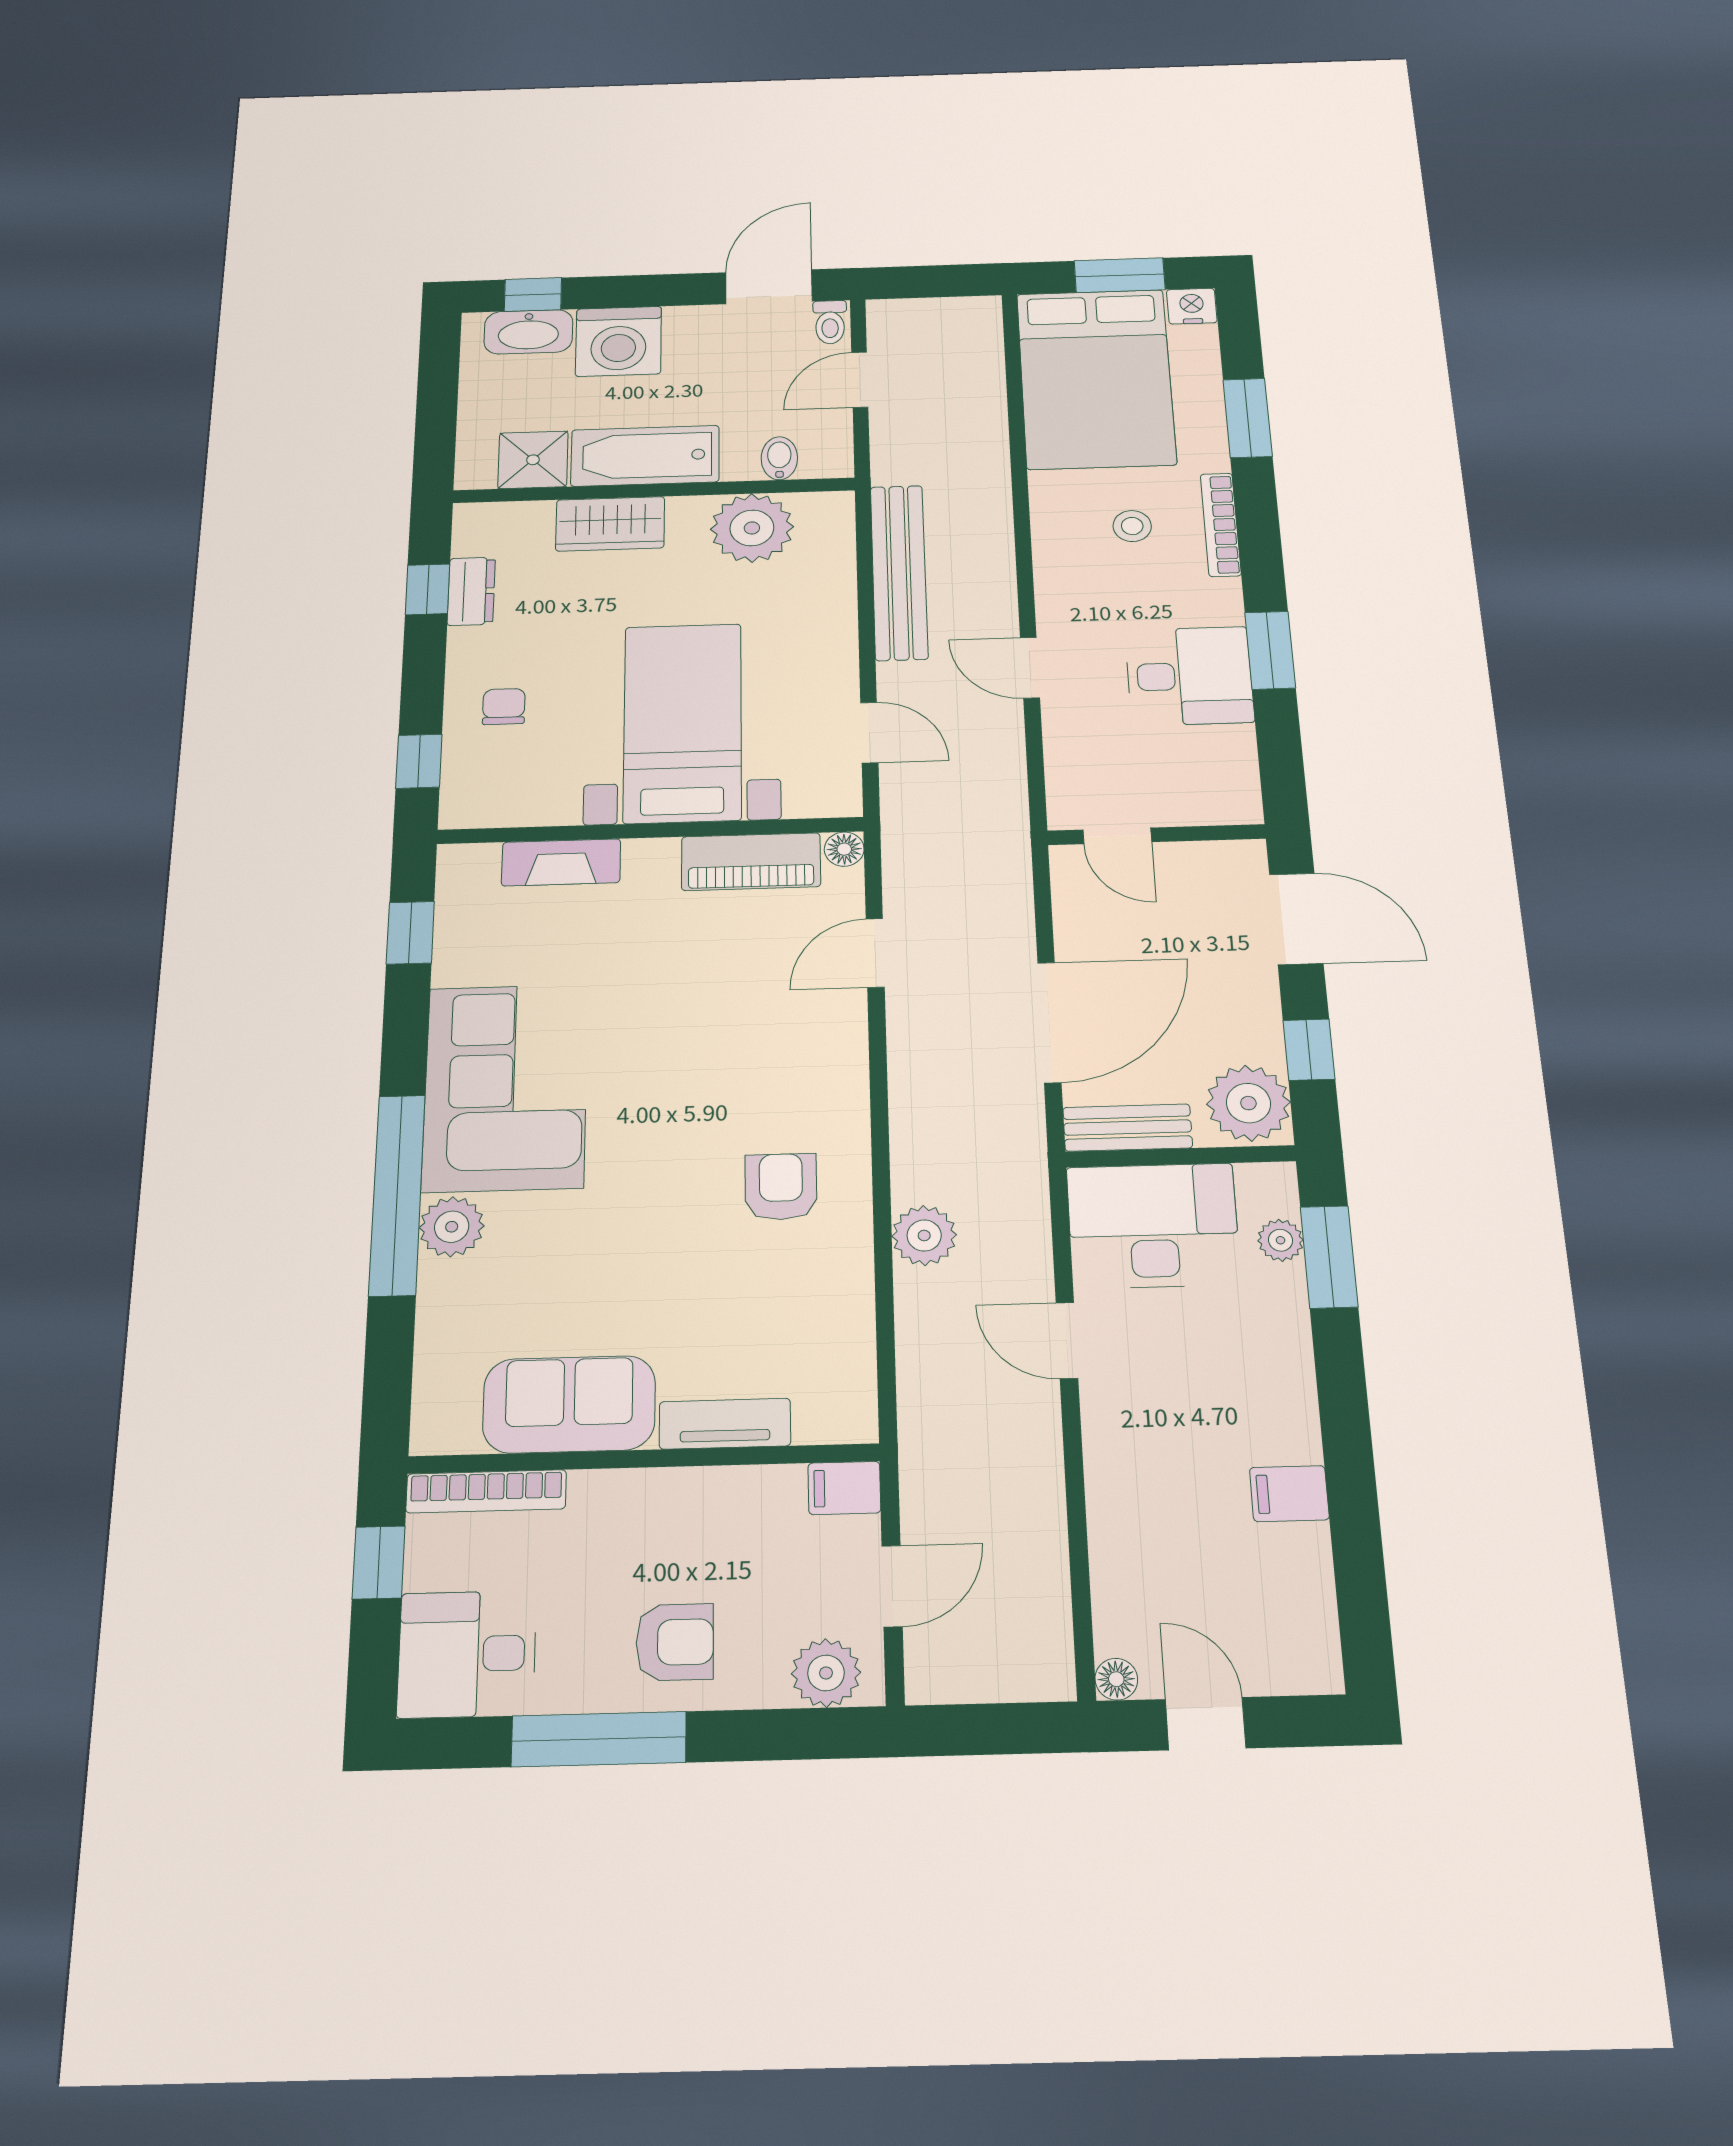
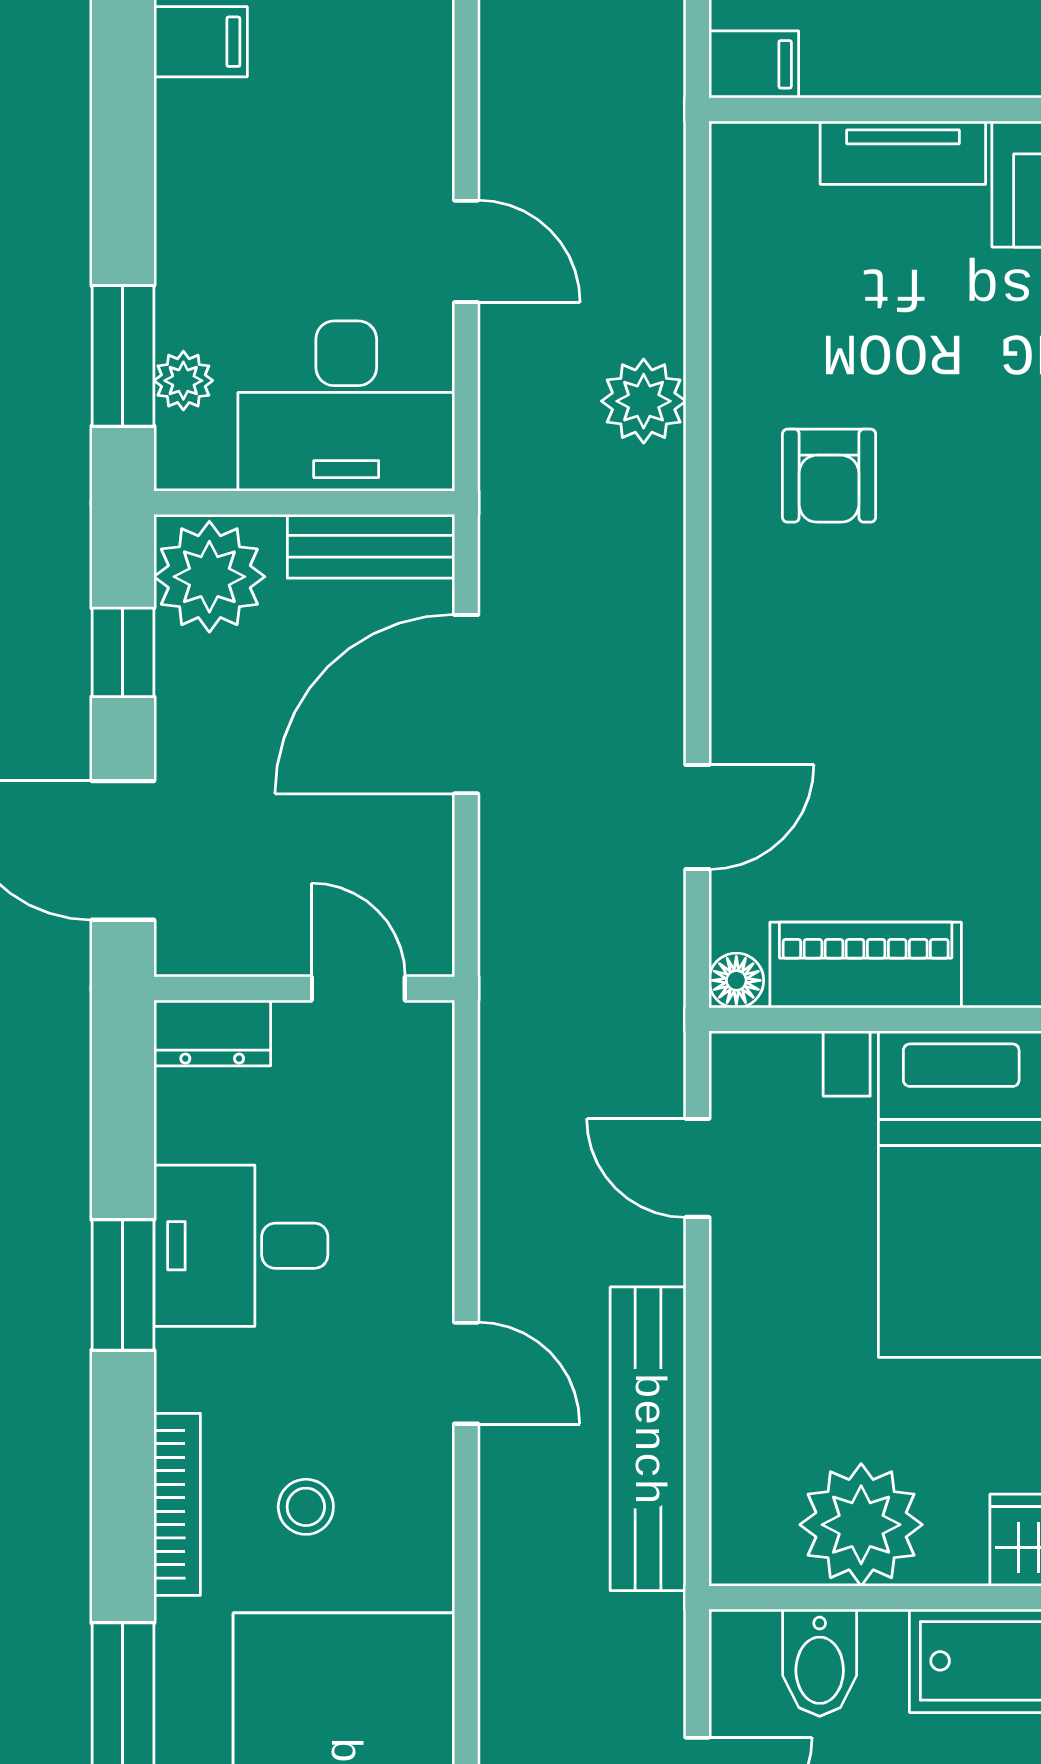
bidet: (779, 458) -> (820, 1663), width x1.38, depth x1.36
door: (1030, 668) -> (466, 1373), moved
dresser: (1221, 805) -> (212, 1033), added

